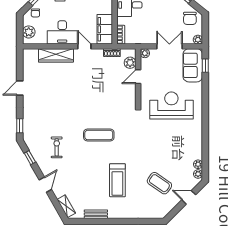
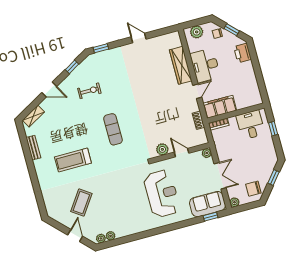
plant: (130, 63) -> (162, 149), moved

